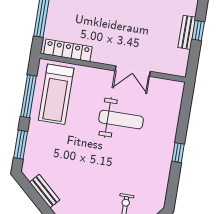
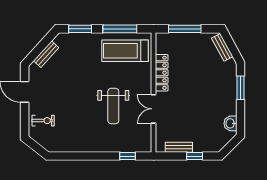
bench: (187, 32) -> (179, 147), moved
locker: (68, 50) -> (162, 73), moved
window: (178, 153) -> (128, 156), moved

